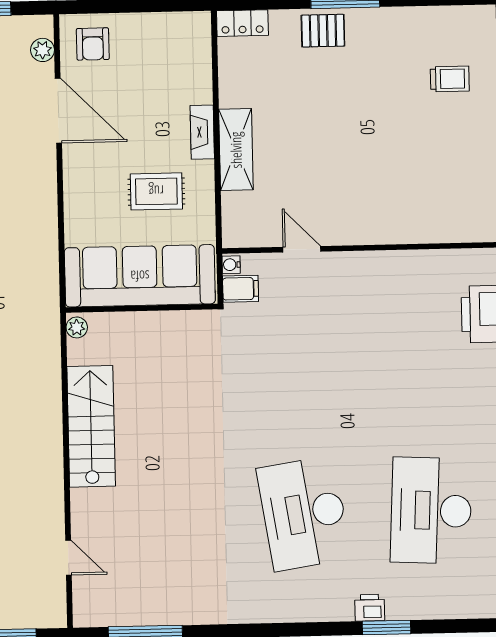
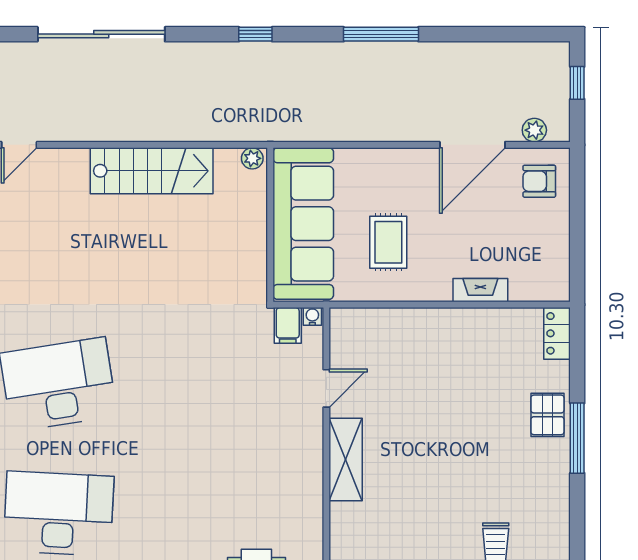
fireplace: (202, 132) -> (480, 290), moved
shelving: (236, 150) -> (346, 460), moved, turned 90

